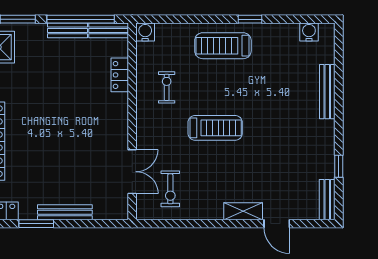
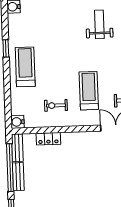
treadmill: (223, 46) -> (25, 67), turned 180
treadmill: (215, 128) -> (89, 91), moved
weight bench: (280, 153) -> (99, 24), added

